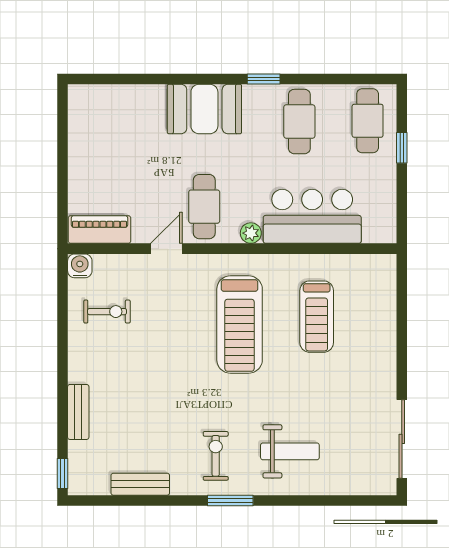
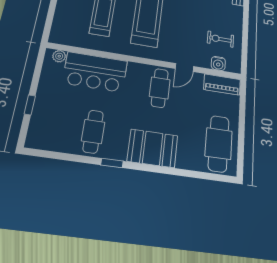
cafe table: (368, 121) -> (219, 144), moved, width x1.37, depth x1.35
plant: (251, 233) -> (59, 56), moved
water cooler: (80, 266) -> (218, 63), moved

